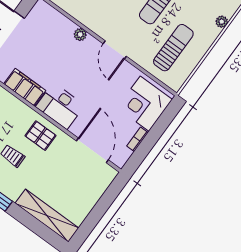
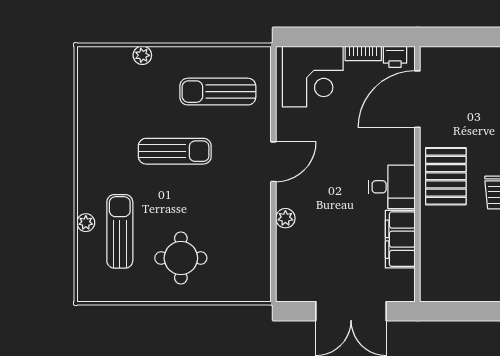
desk: (60, 106) -> (392, 187), width x0.73
pallet: (40, 136) -> (446, 176), width x1.50, depth x1.42
printer: (123, 155) -> (395, 57), added

